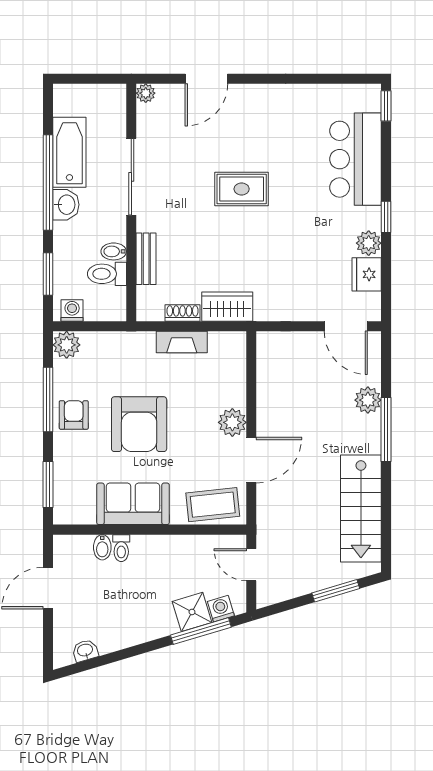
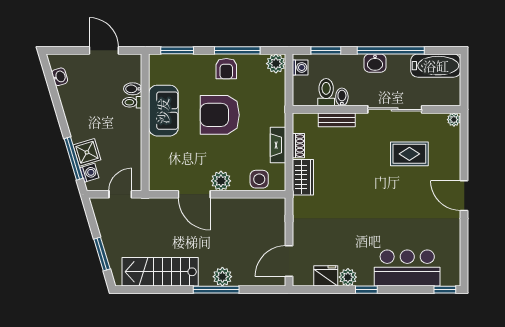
door: (206, 79) -> (464, 196), moved
bathtub: (69, 152) -> (436, 66), moved
rug: (242, 189) -> (409, 154), moved, turned 90
side table: (230, 368) -> (259, 179), added
plant: (368, 400) -> (222, 277), moved
armchair: (74, 415) -> (226, 69), turned 90
coffee table: (213, 505) -> (163, 167), removed

